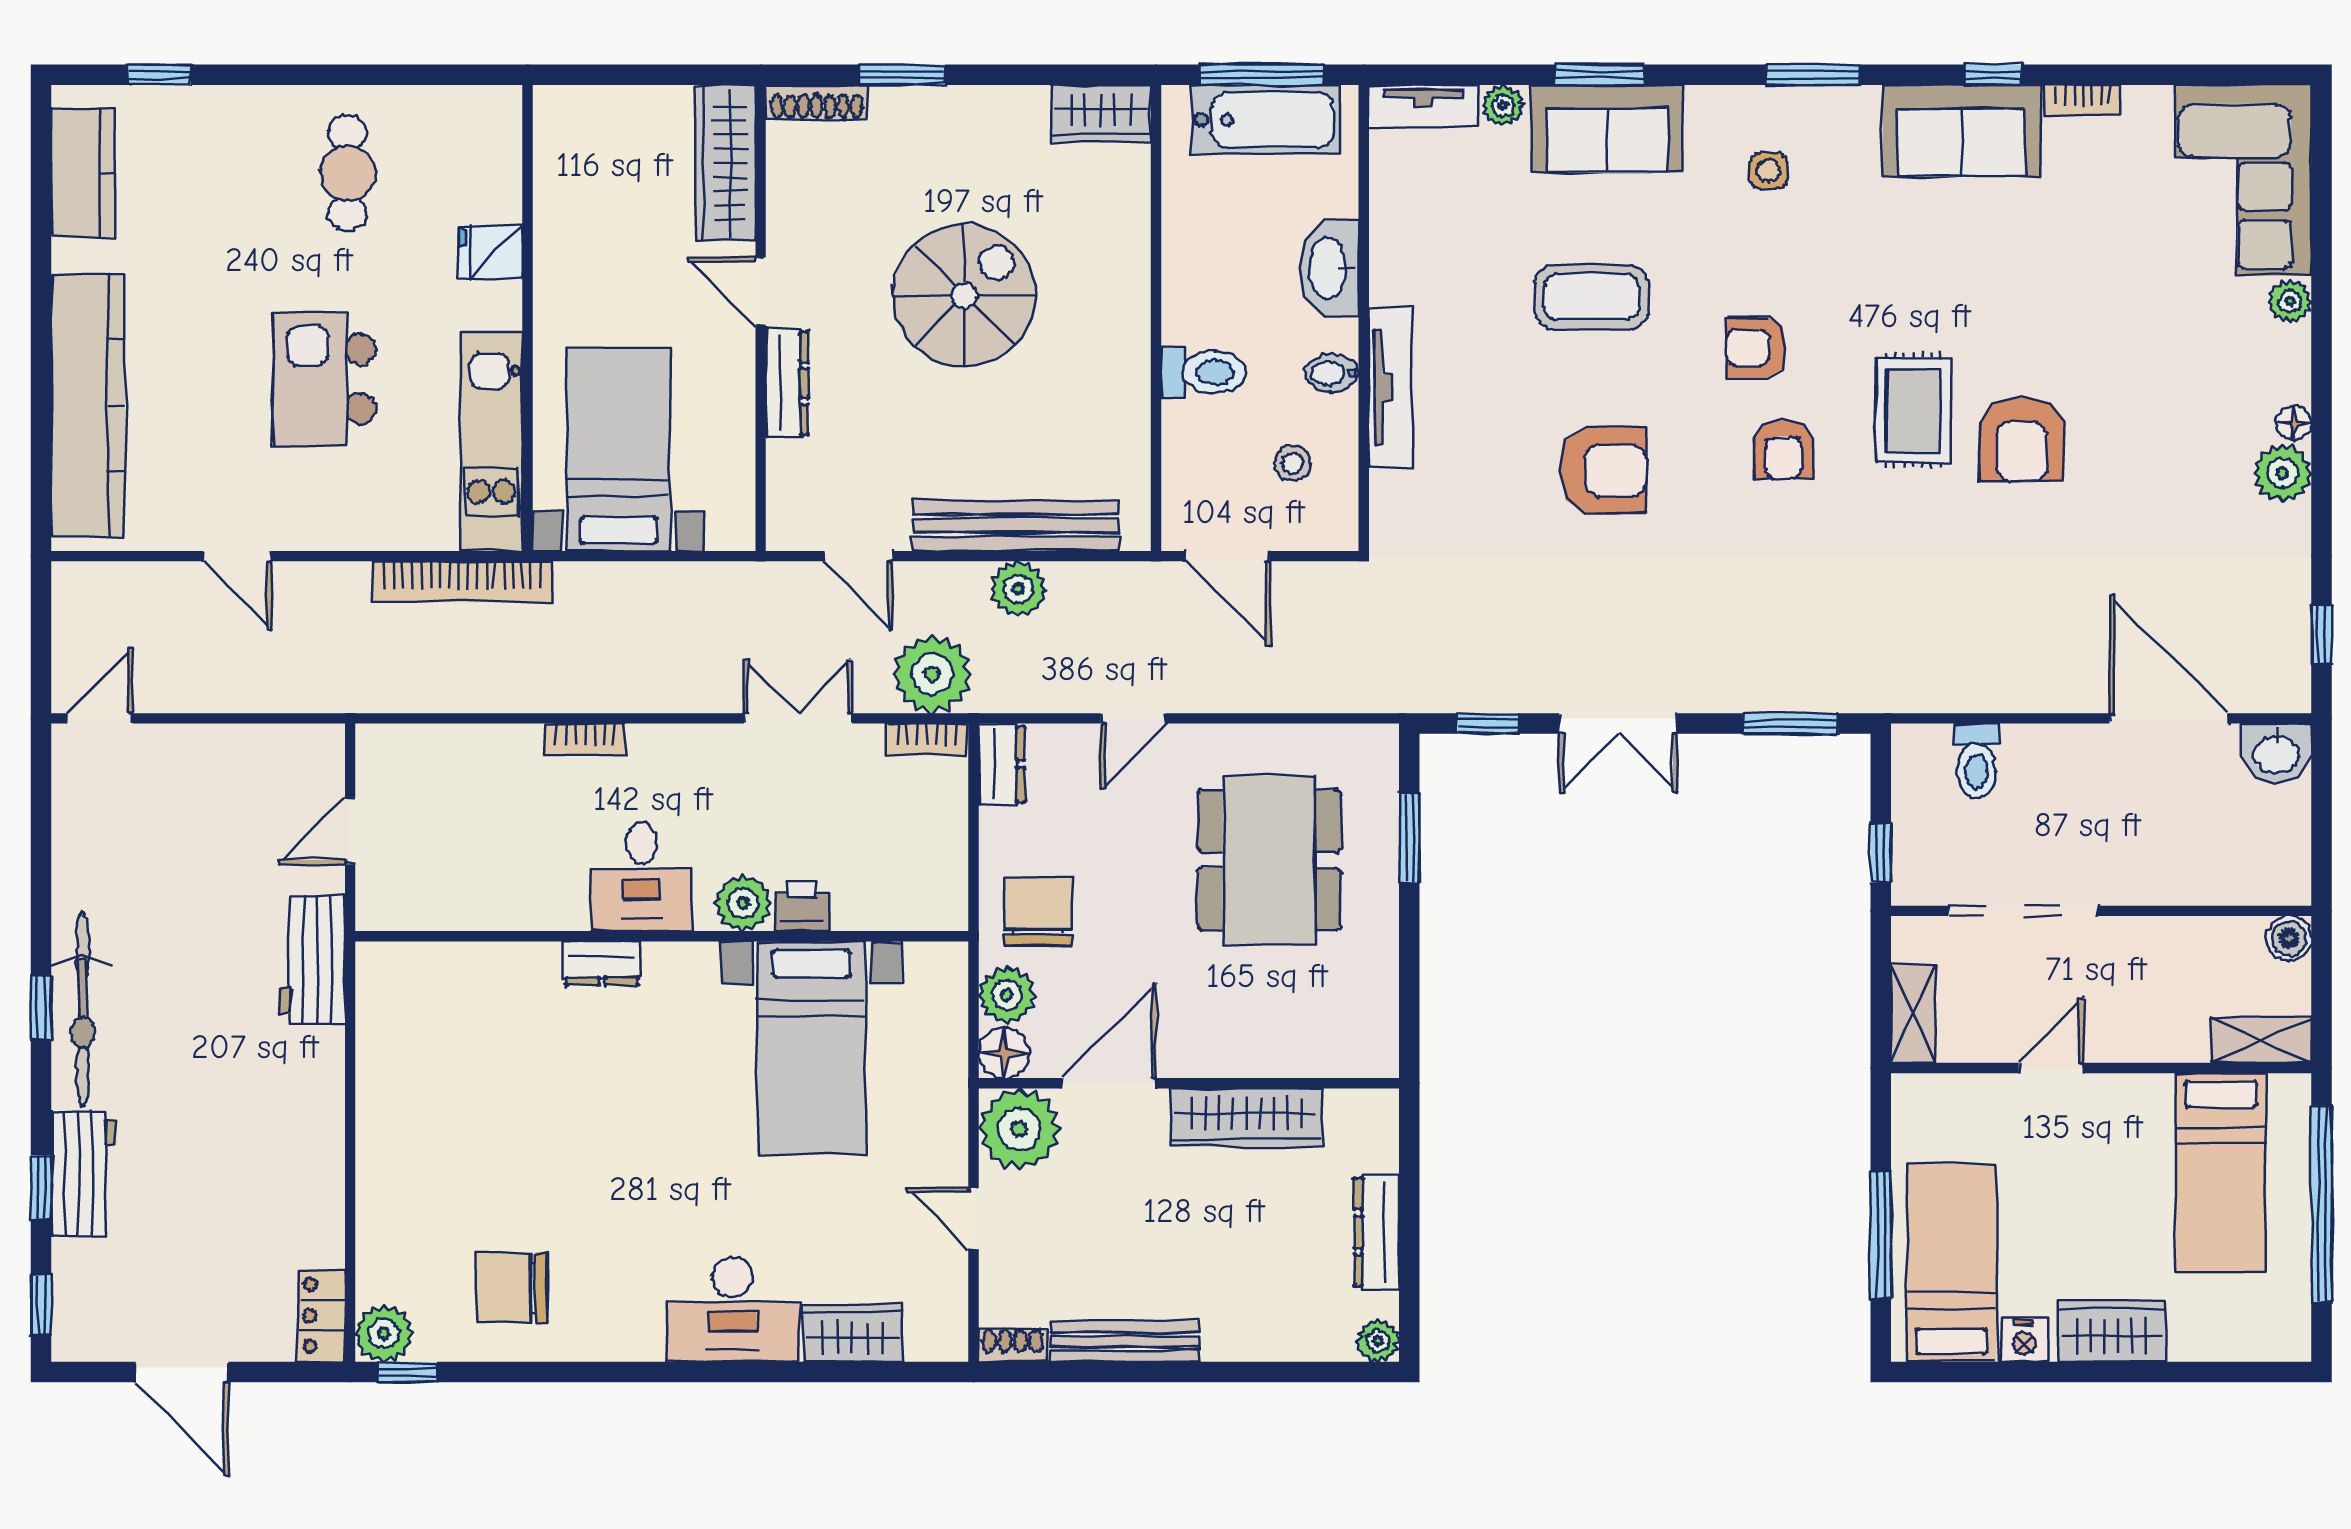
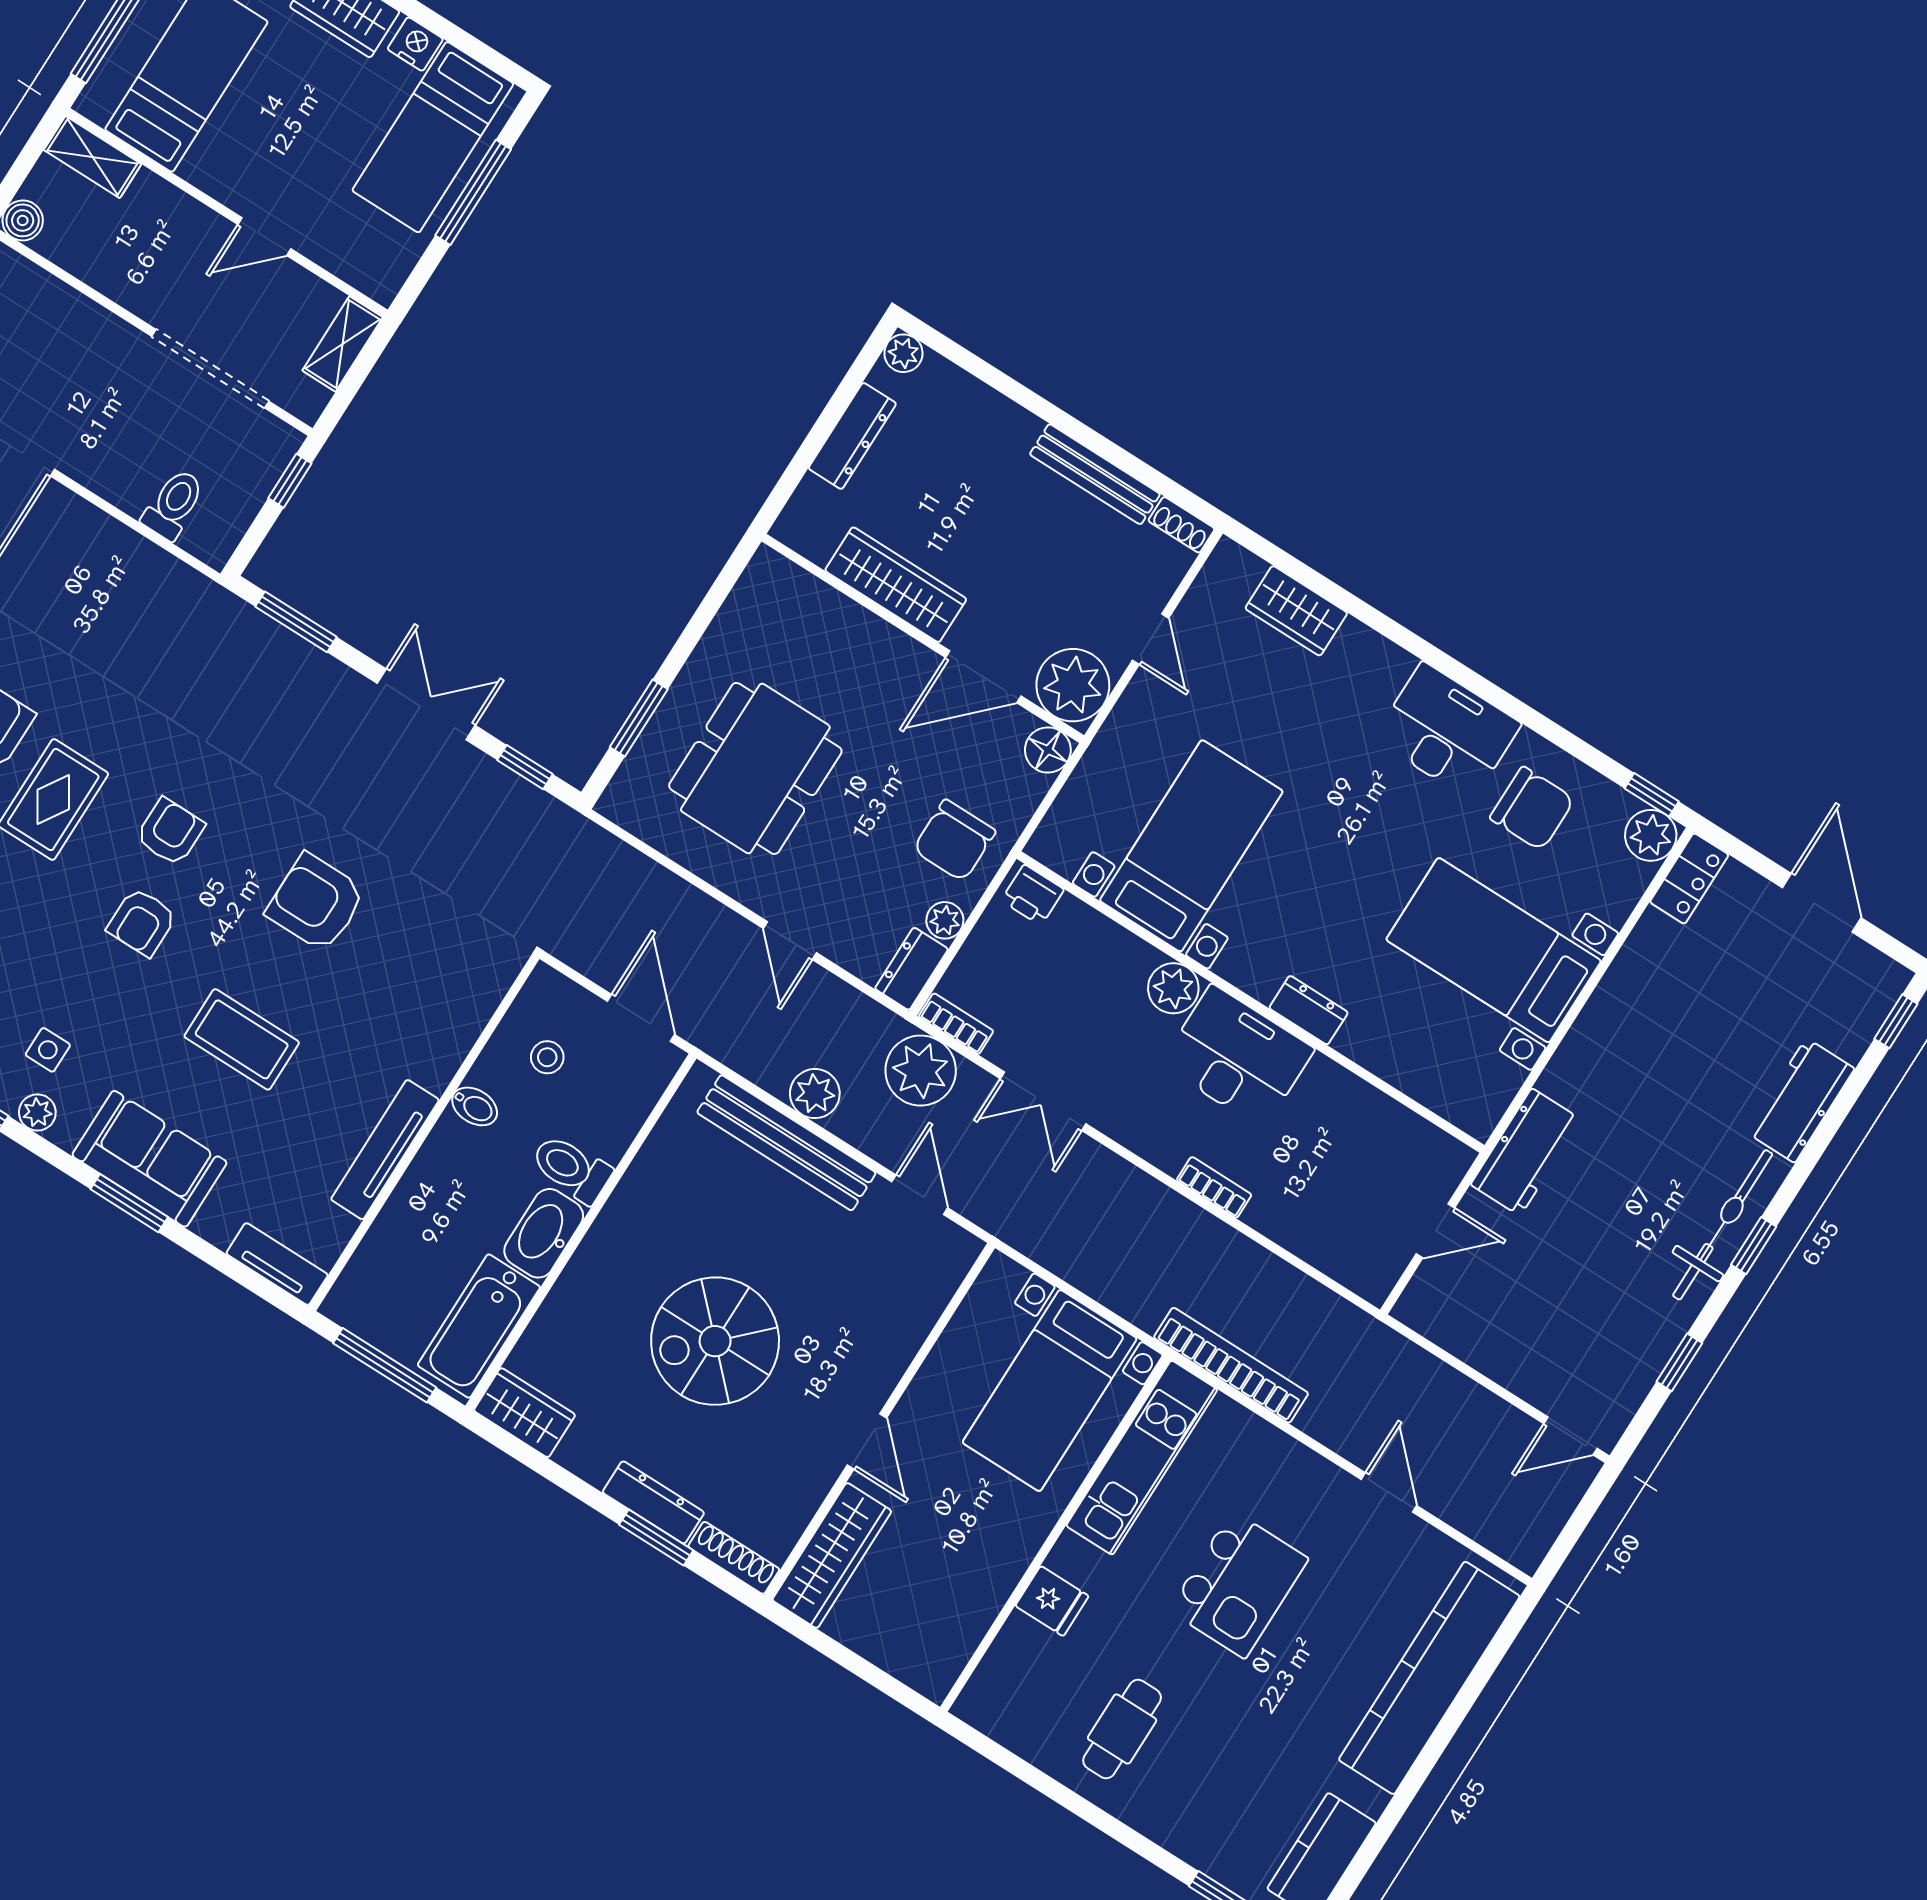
plant: (1503, 105) -> (37, 1112), moved
bathtub: (1265, 120) -> (479, 1326), moved, turned -90
washbasin: (1329, 268) -> (544, 1233), moved, turned 180
armchair: (1756, 348) -> (142, 922), turned 90
dresser: (787, 383) -> (653, 1502), moved, turned 90
tv unit: (1390, 388) -> (385, 1150), moved
door: (1133, 718) -> (790, 941), swing flipped
desk: (641, 877) -> (1237, 1057), width x1.37
printer: (802, 907) -> (1033, 895), moved
plant: (1007, 995) -> (945, 920), moved, width x0.73, depth x0.73
bed with nightstands: (463, 1131) -> (1494, 950), added
window: (41, 1187) -> (1679, 1362), moved
desk: (732, 1310) -> (1447, 731), moved

